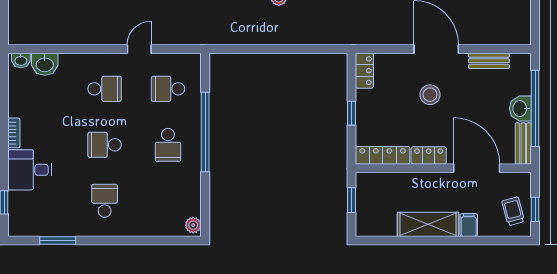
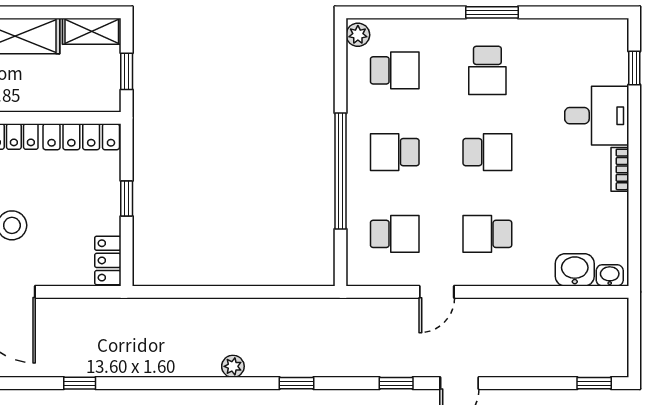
school desk: (168, 145) -> (395, 152), turned -90
school desk: (168, 201) -> (395, 70), added
shelving: (375, 228) -> (92, 31), added
window: (58, 240) -> (492, 12), moved

